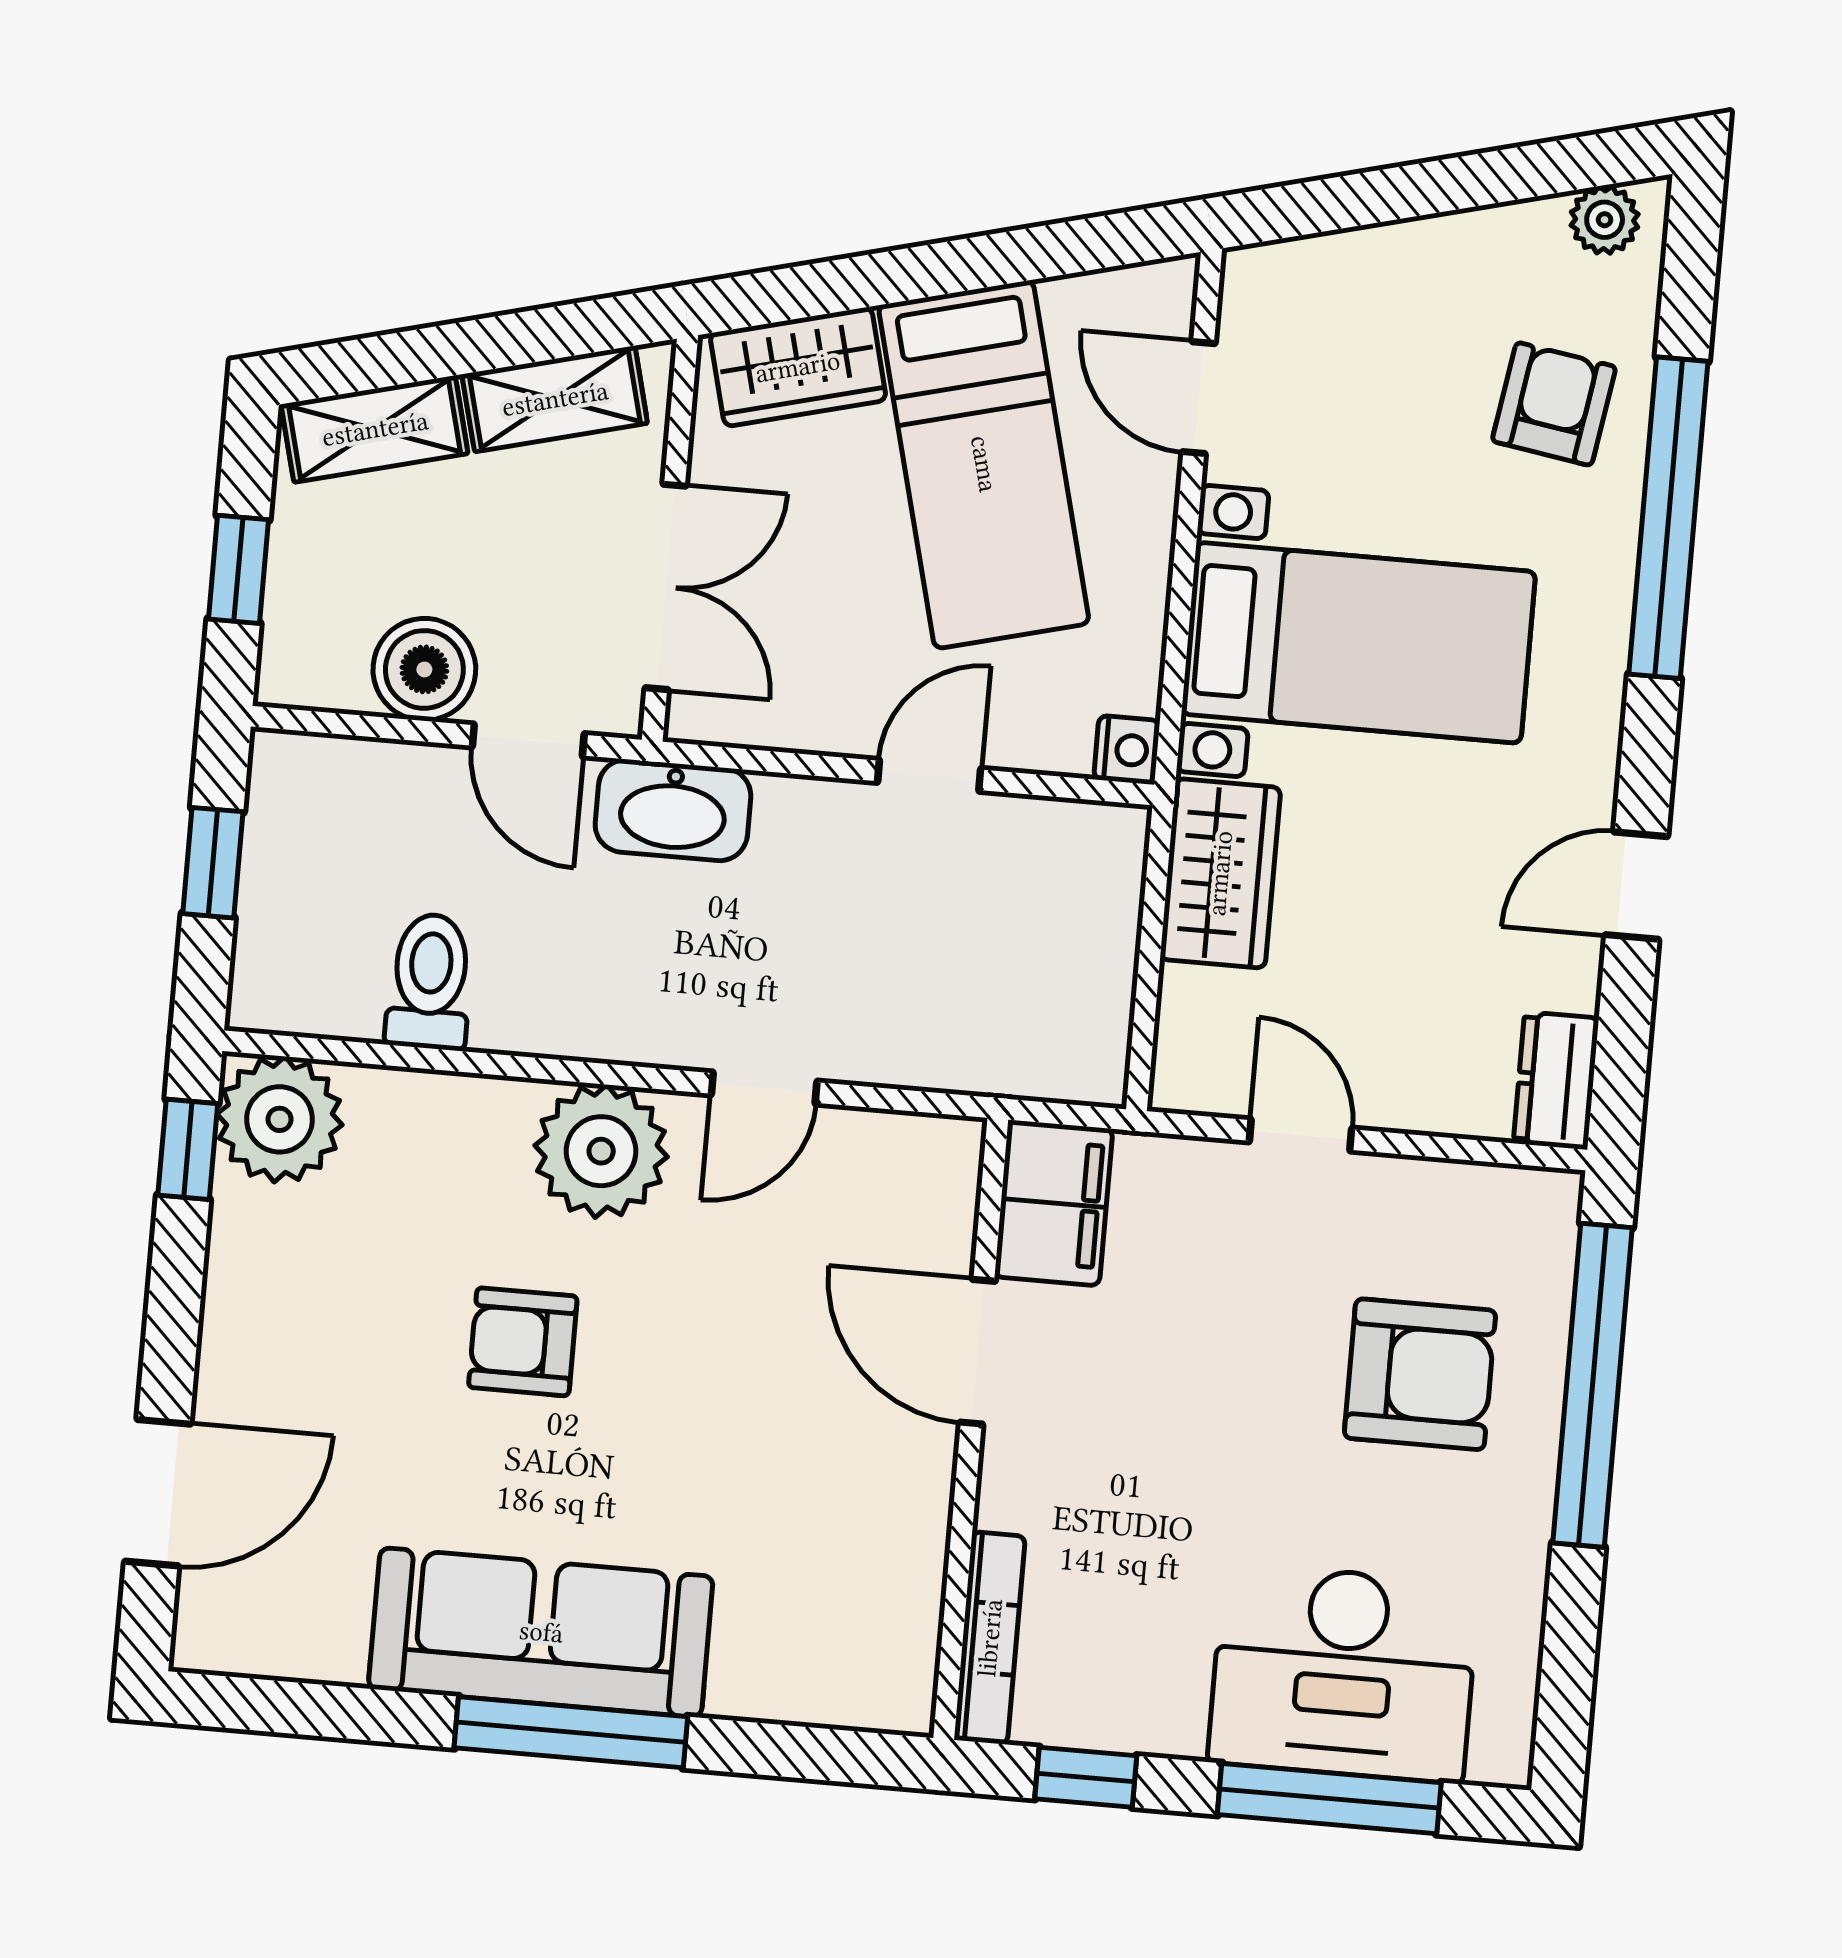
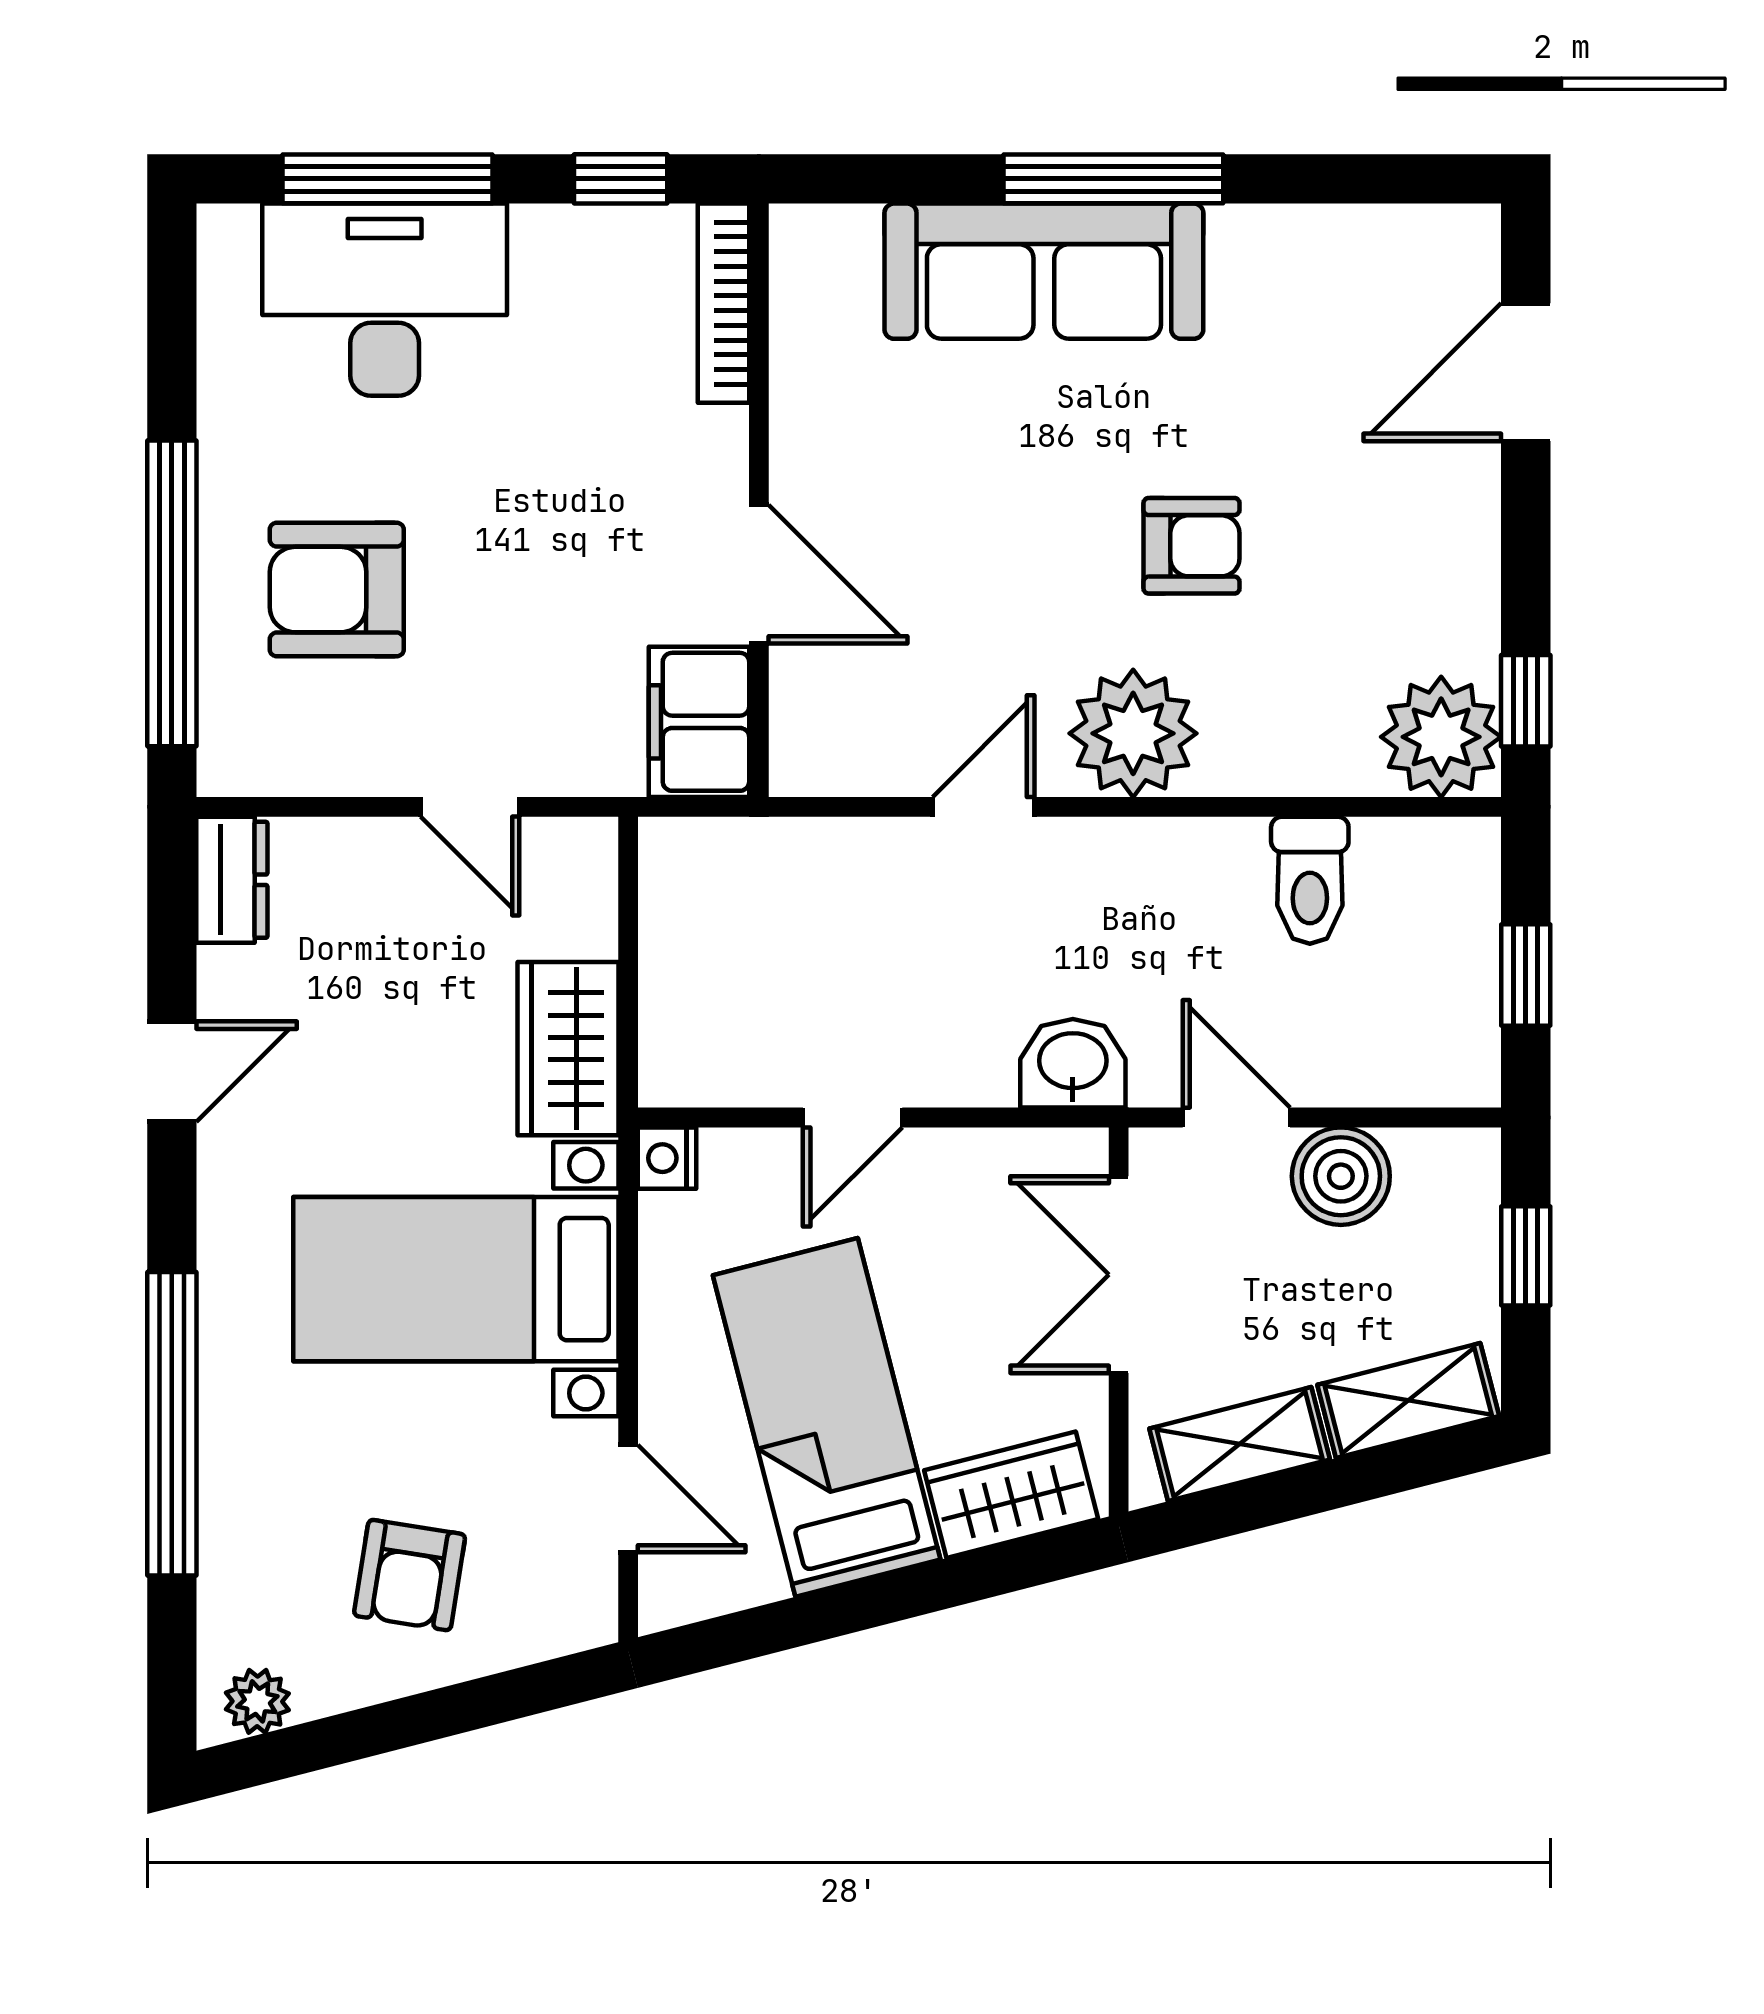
armchair: (1554, 404) -> (410, 1575), moved
washbasin: (673, 810) -> (1073, 1063), width x0.72
sofa: (541, 1632) -> (1044, 271), moved

